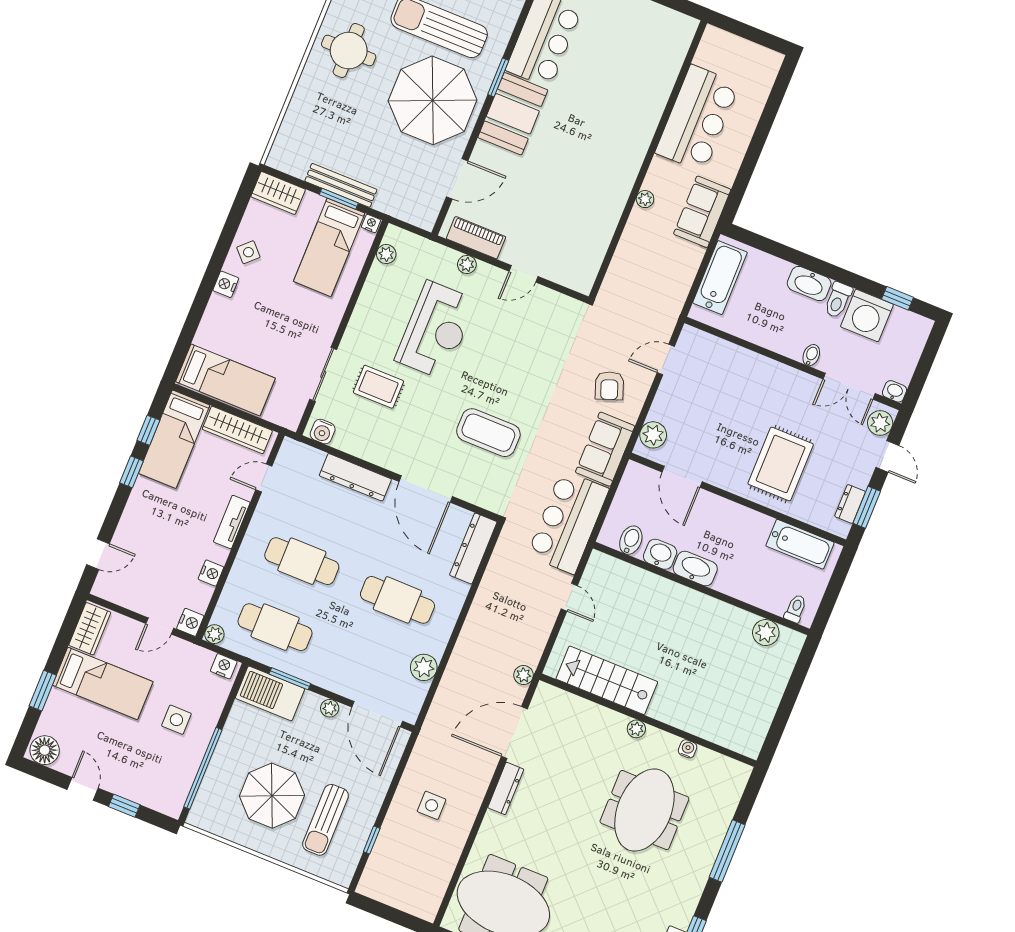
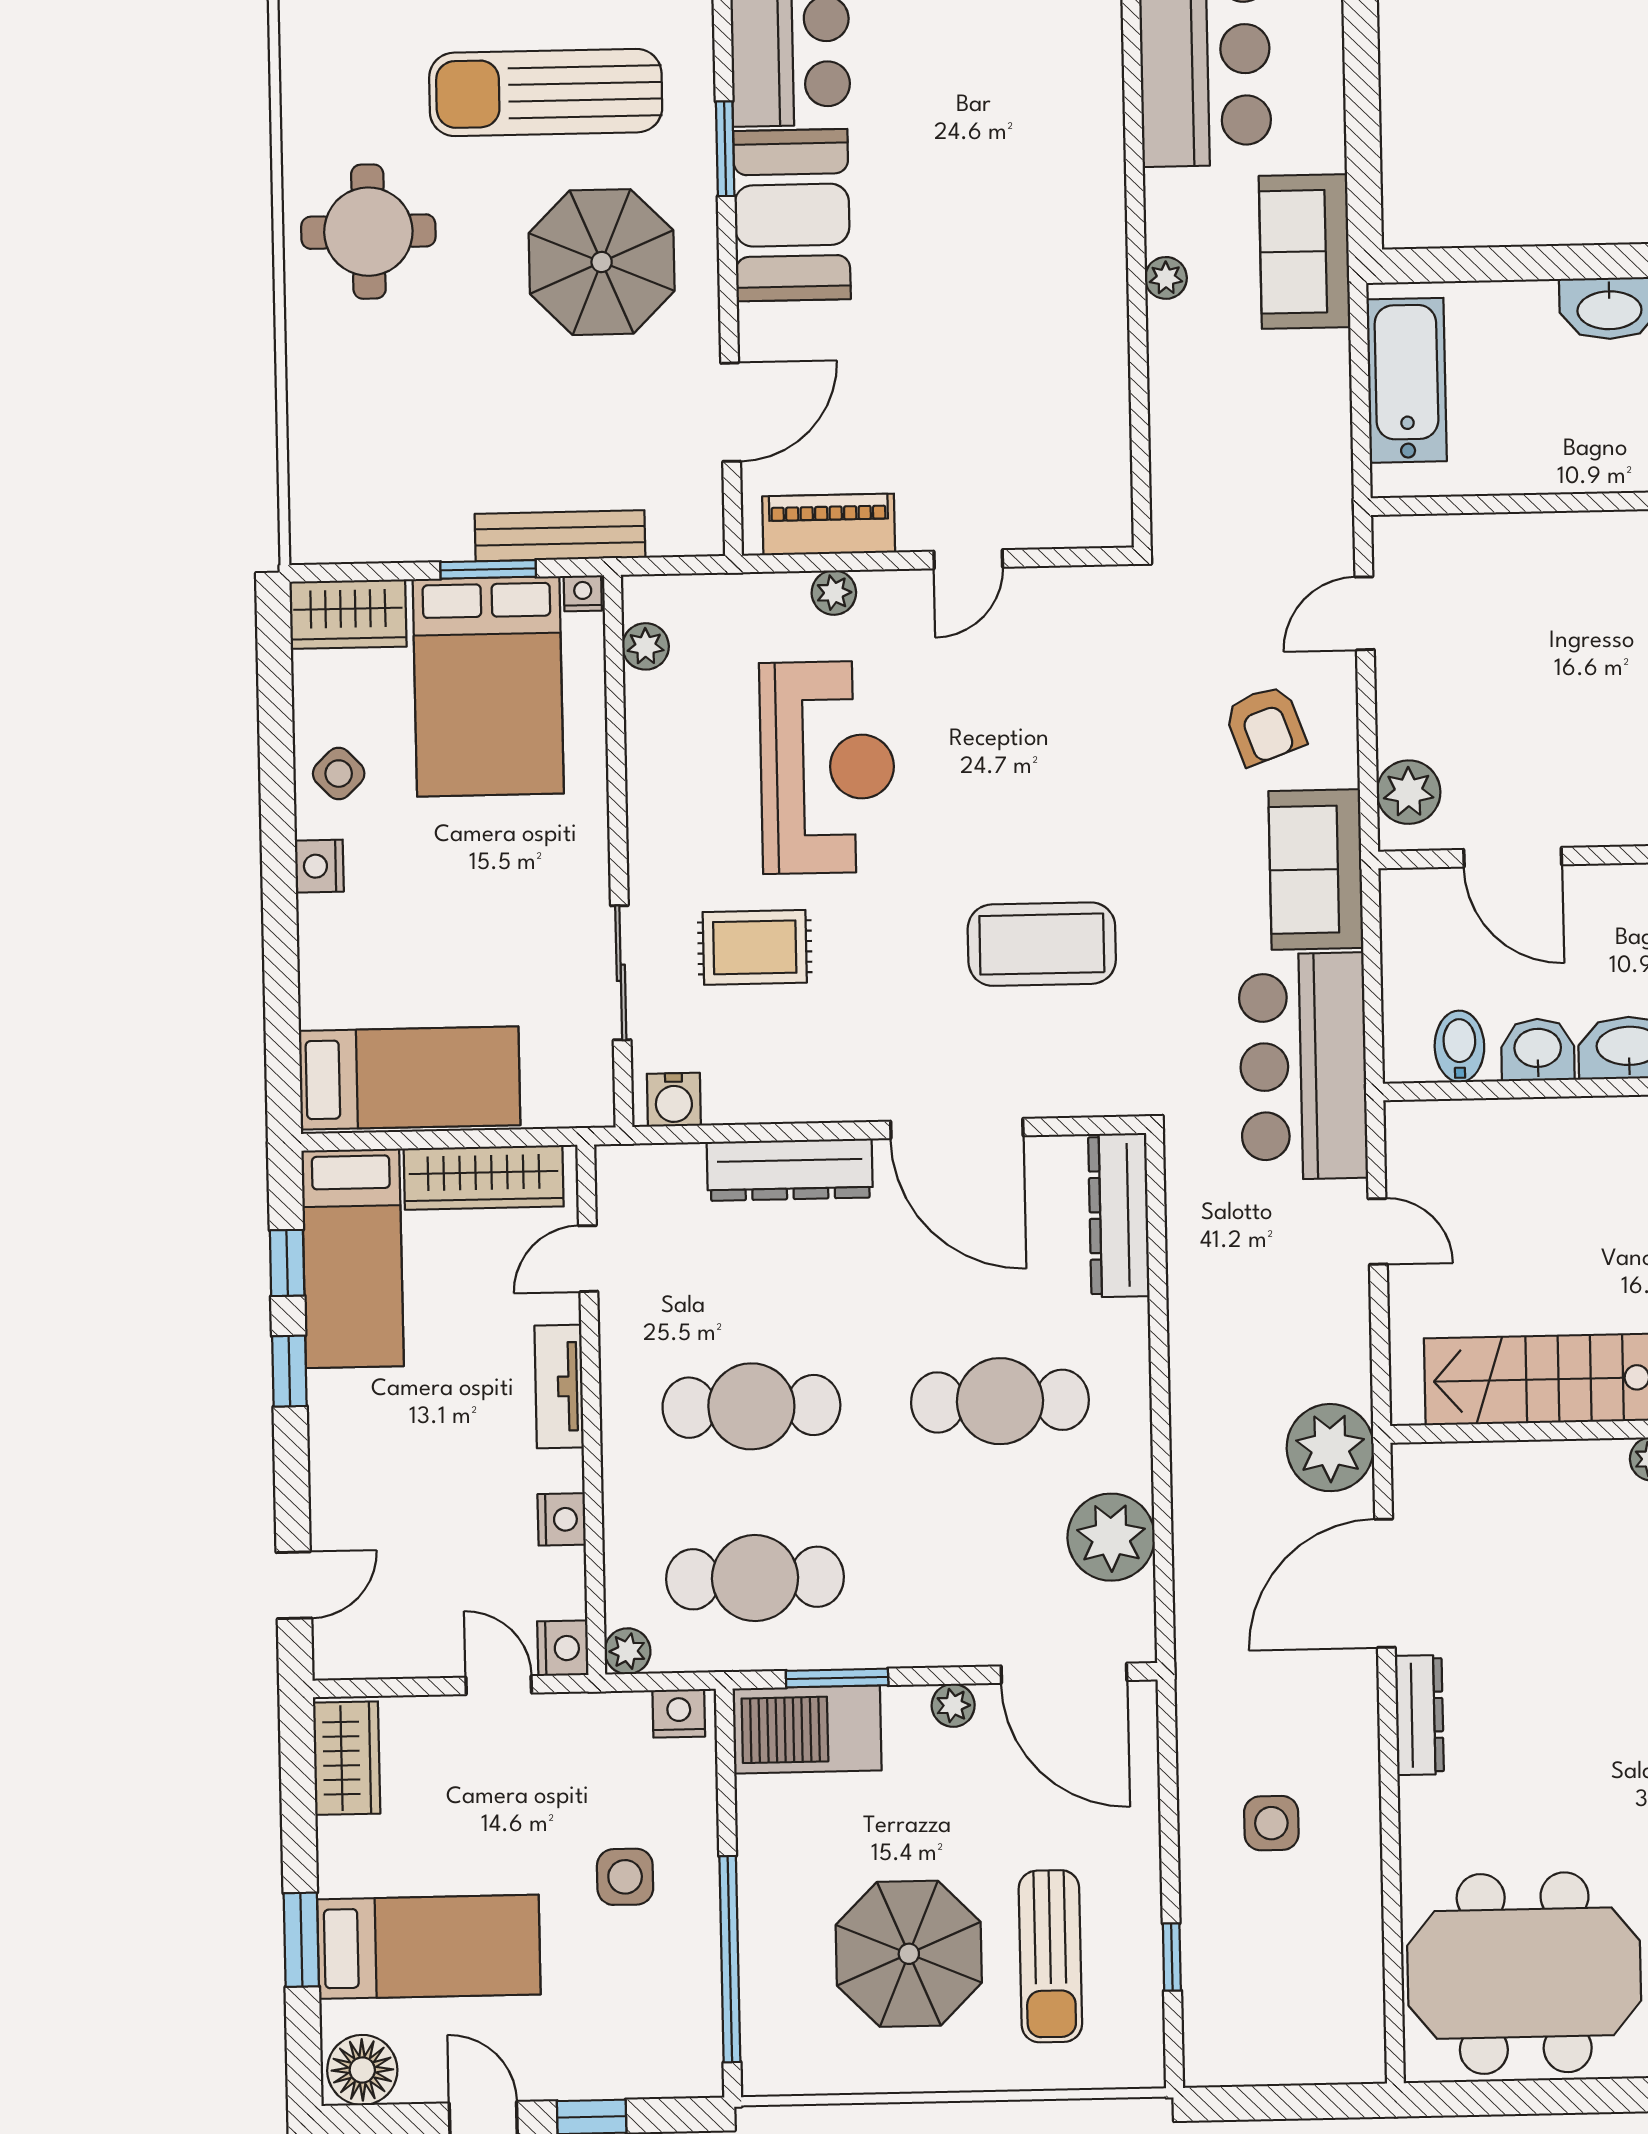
parasol: (433, 100) -> (602, 262), width x0.73, depth x0.73
bench: (341, 185) -> (560, 536), moved
bed: (329, 247) -> (488, 686), width x1.50
door: (160, 626) -> (499, 1685), swing flipped
plant: (424, 667) -> (1111, 1537), width x1.36, depth x1.36
plant: (523, 675) -> (1330, 1448), width x1.87, depth x1.87
bed: (103, 683) -> (429, 1947), moved

